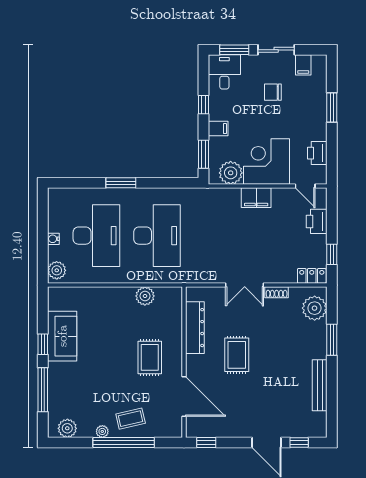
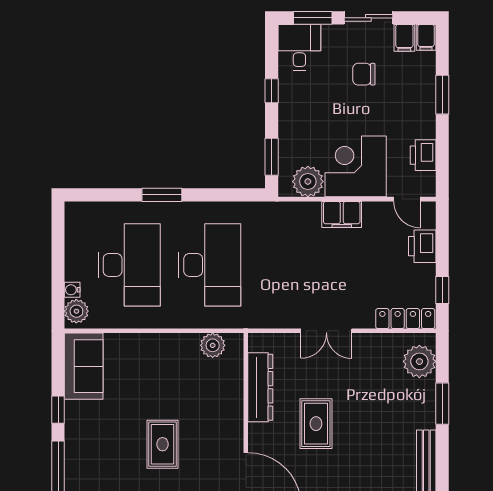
filing cabinet: (218, 129) -> (426, 37), moved, turned 90
water cooler: (53, 239) -> (72, 290), moved
locker: (312, 276) -> (405, 319), width x1.53
shoe rack: (277, 292) -> (369, 340), removed
plant: (145, 296) -> (213, 345), moved
sofa: (62, 336) -> (84, 366), moved
rug: (150, 357) -> (163, 444), moved

